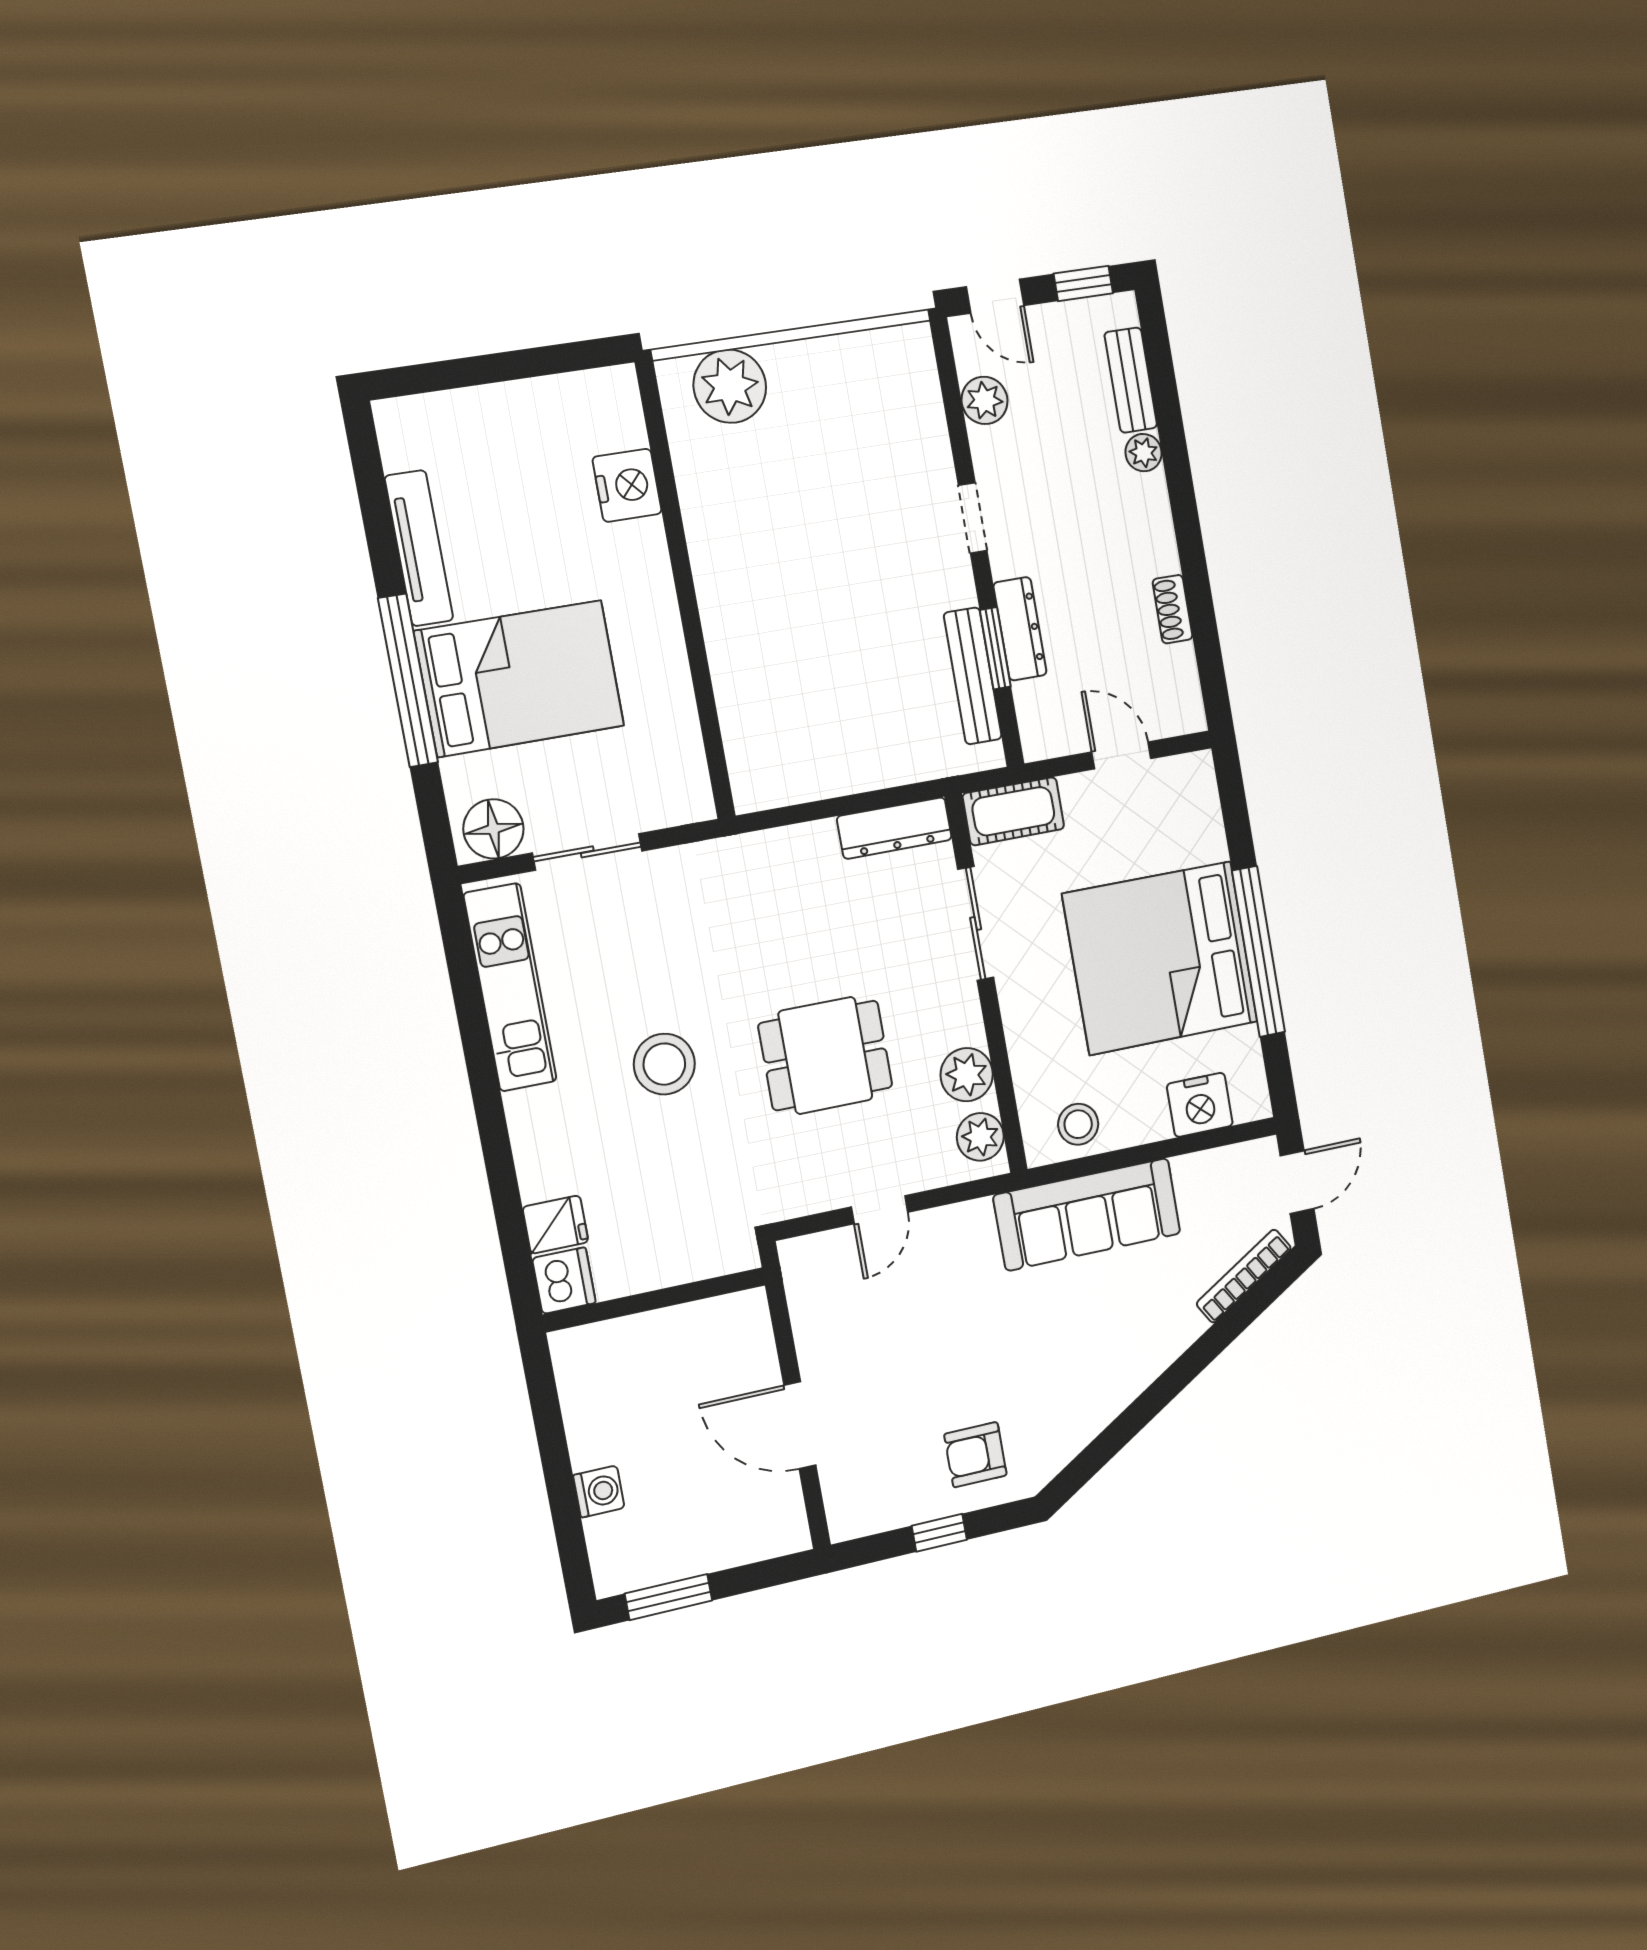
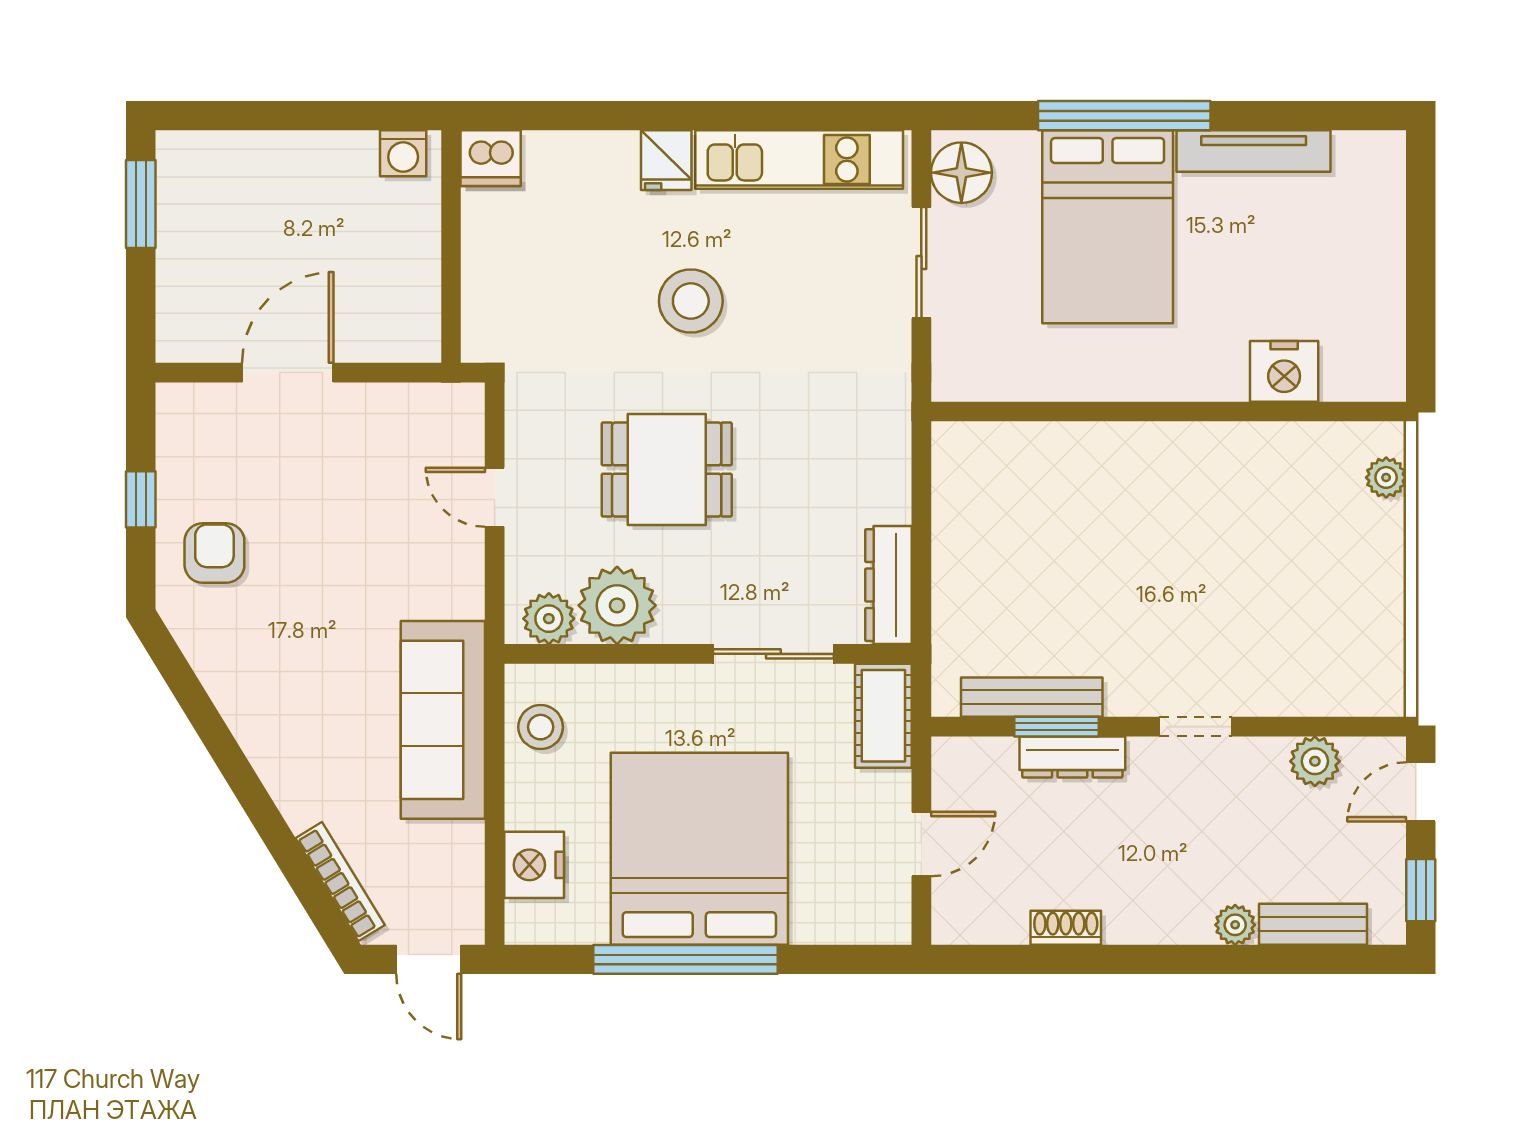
plant: (730, 386) -> (1386, 477), width x0.53, depth x0.53
dining table: (825, 1055) -> (667, 469), turned 90
plant: (967, 1075) -> (617, 605), width x1.36, depth x1.36
fridge: (555, 1225) -> (666, 160), moved
washing machine: (599, 1491) -> (403, 153), moved

